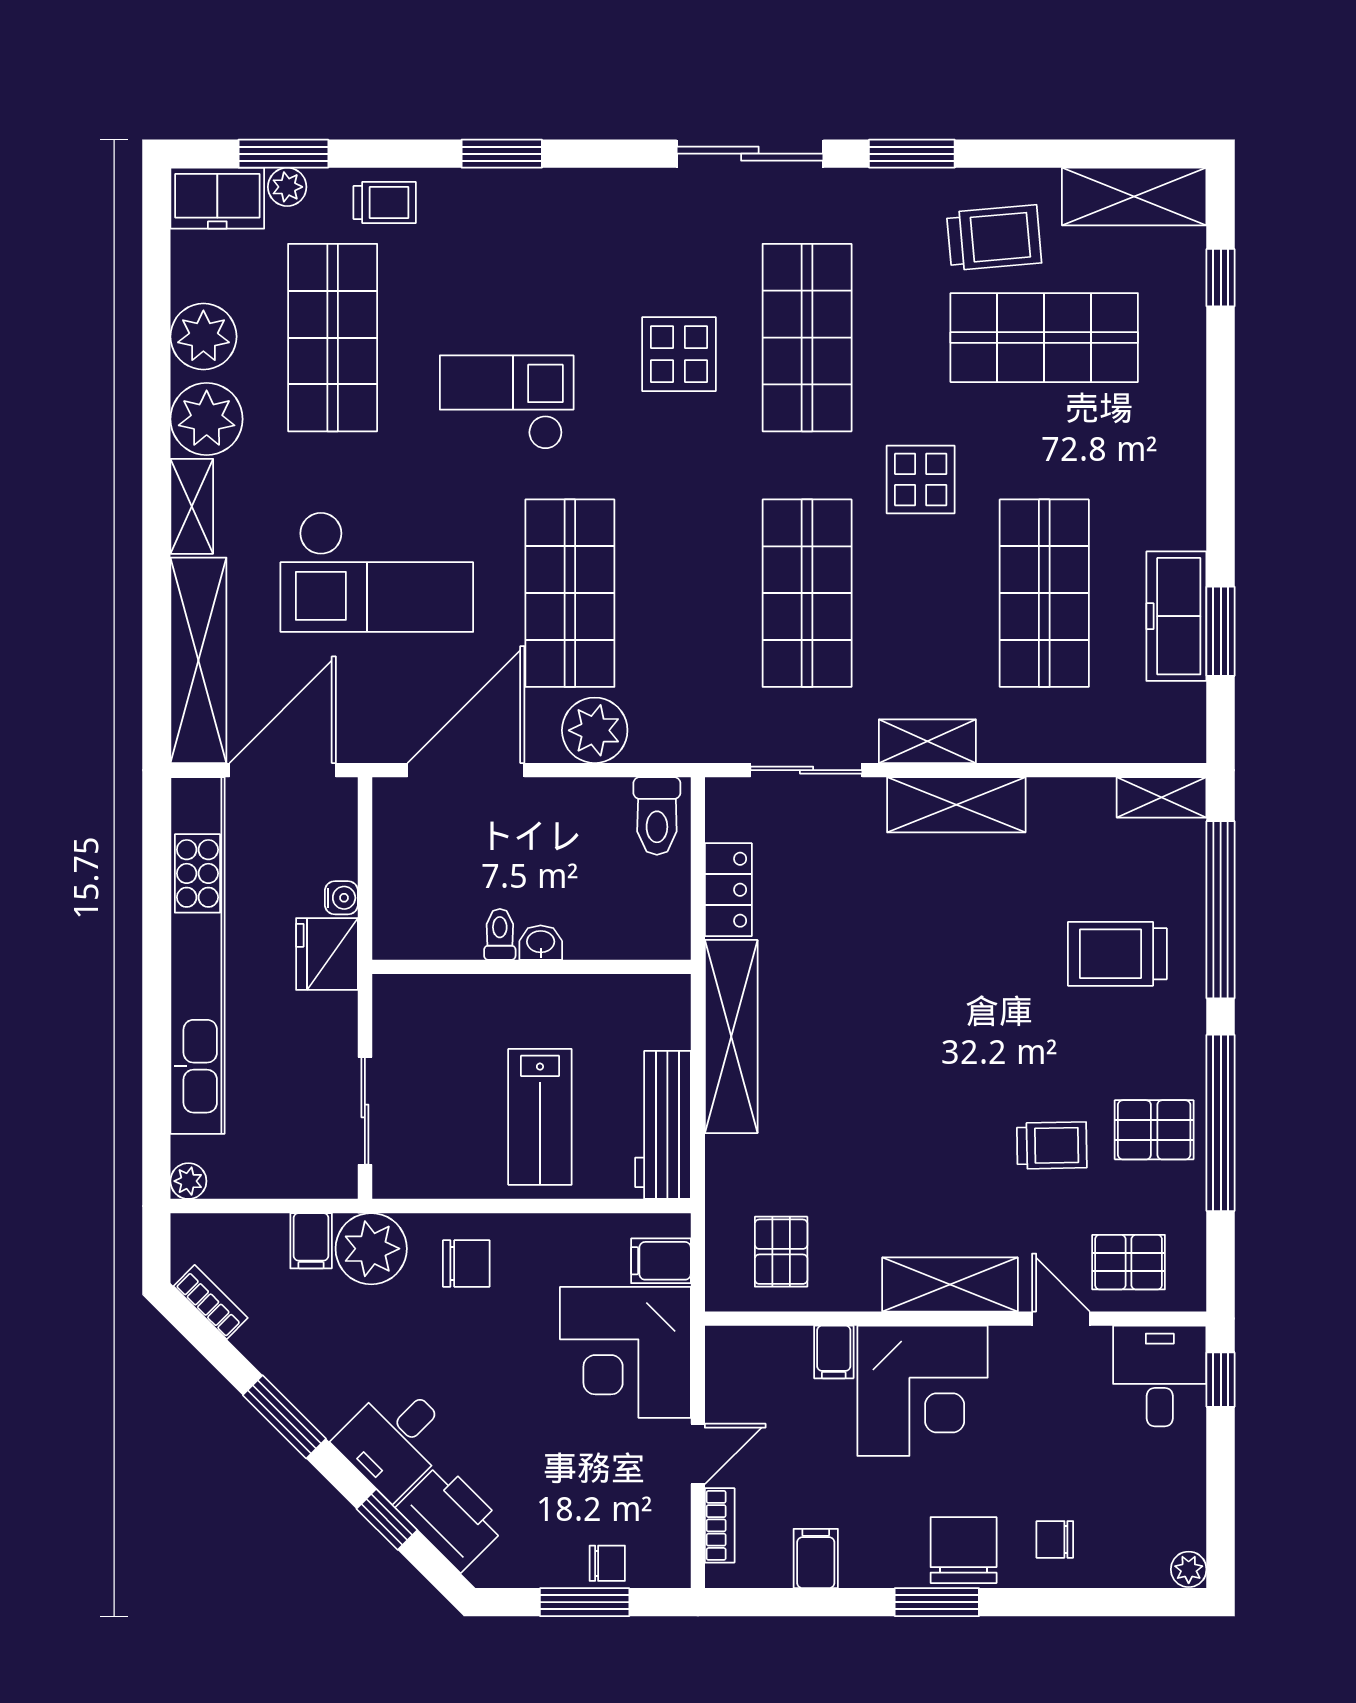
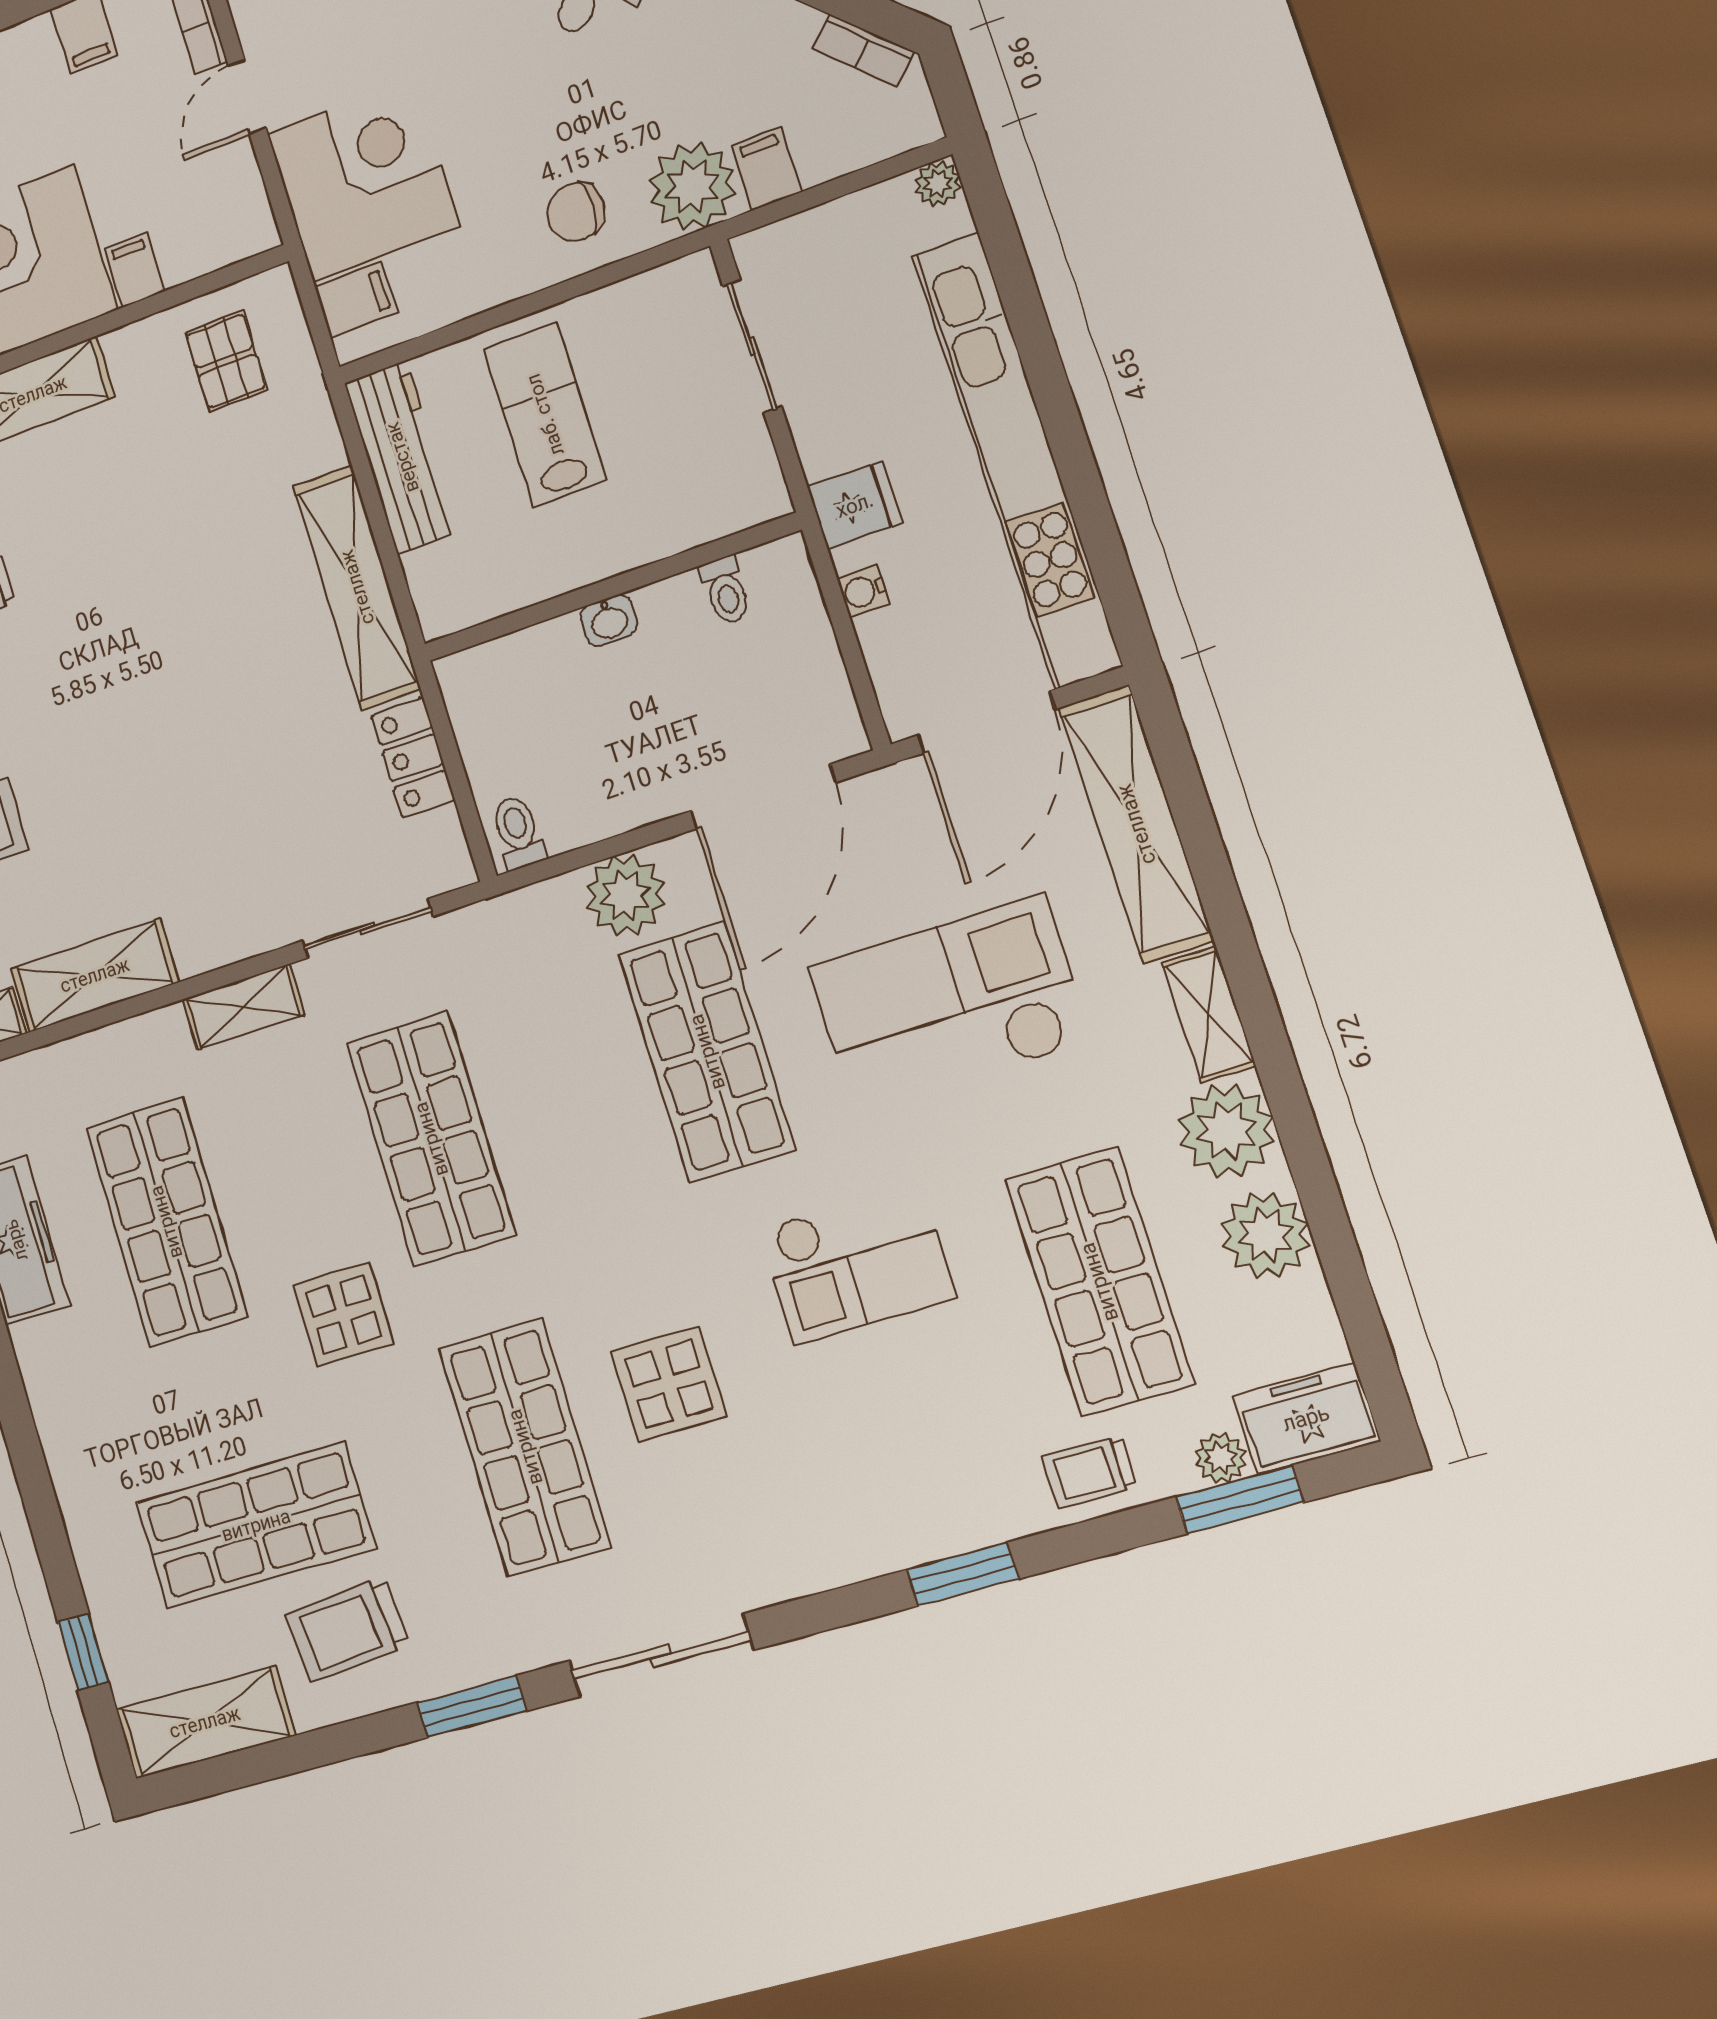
shelving: (956, 805) -> (95, 975), moved
toilet: (657, 816) -> (518, 832), width x0.73, depth x0.72
toilet: (500, 934) -> (726, 590), moved
fridge: (327, 954) -> (855, 505), width x0.72

